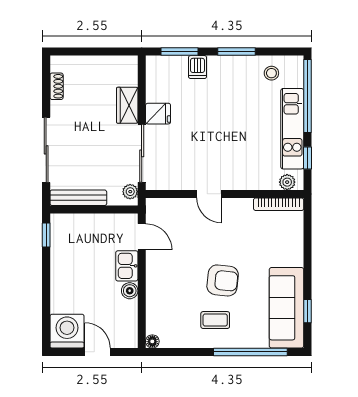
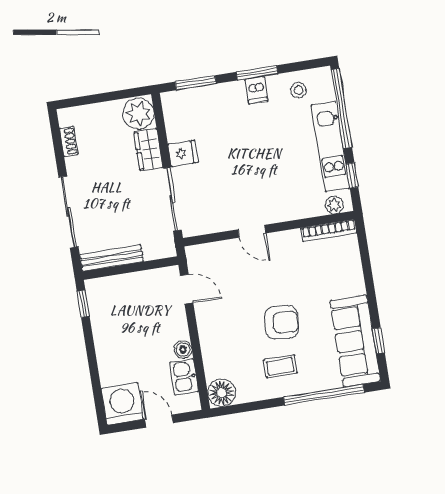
dishwasher: (198, 67) -> (256, 90), moved
plant: (130, 192) -> (138, 114), moved, width x1.87, depth x1.87
kitchen sink: (127, 266) -> (184, 377), moved
floor lamp: (152, 341) -> (222, 393), width x1.89, depth x1.89

